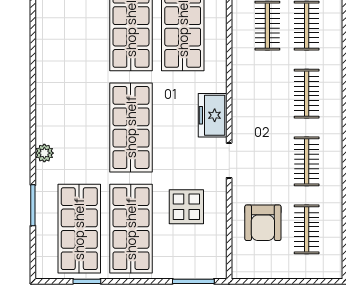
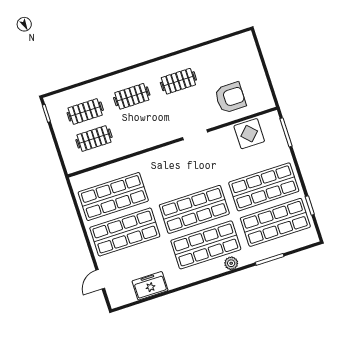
freezer: (213, 115) -> (150, 286), moved, turned 180
shop shelf: (79, 127) -> (206, 245), added
display table: (186, 207) -> (249, 134), moved
clothes rail: (307, 229) -> (225, 66), removed

